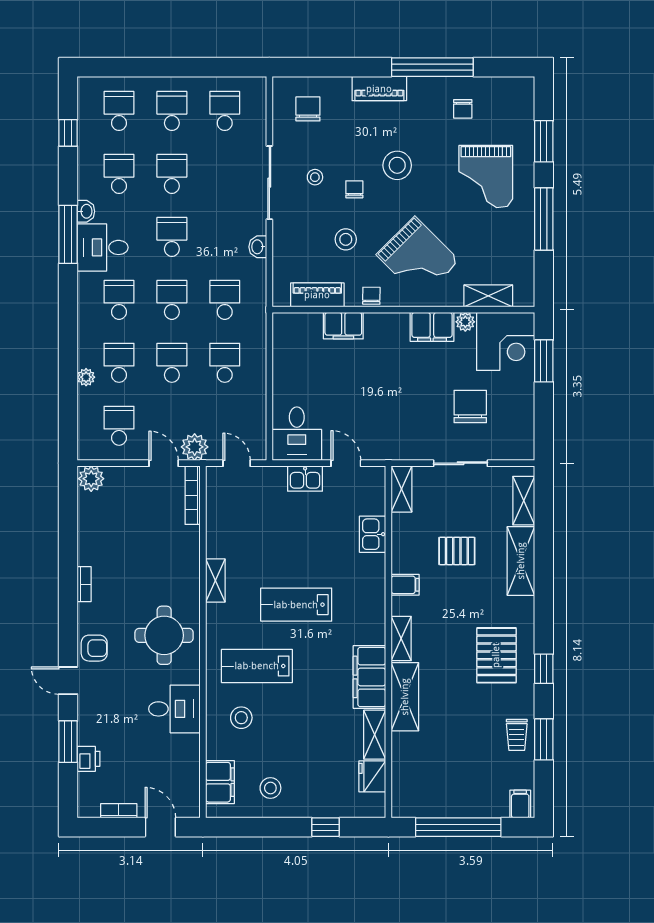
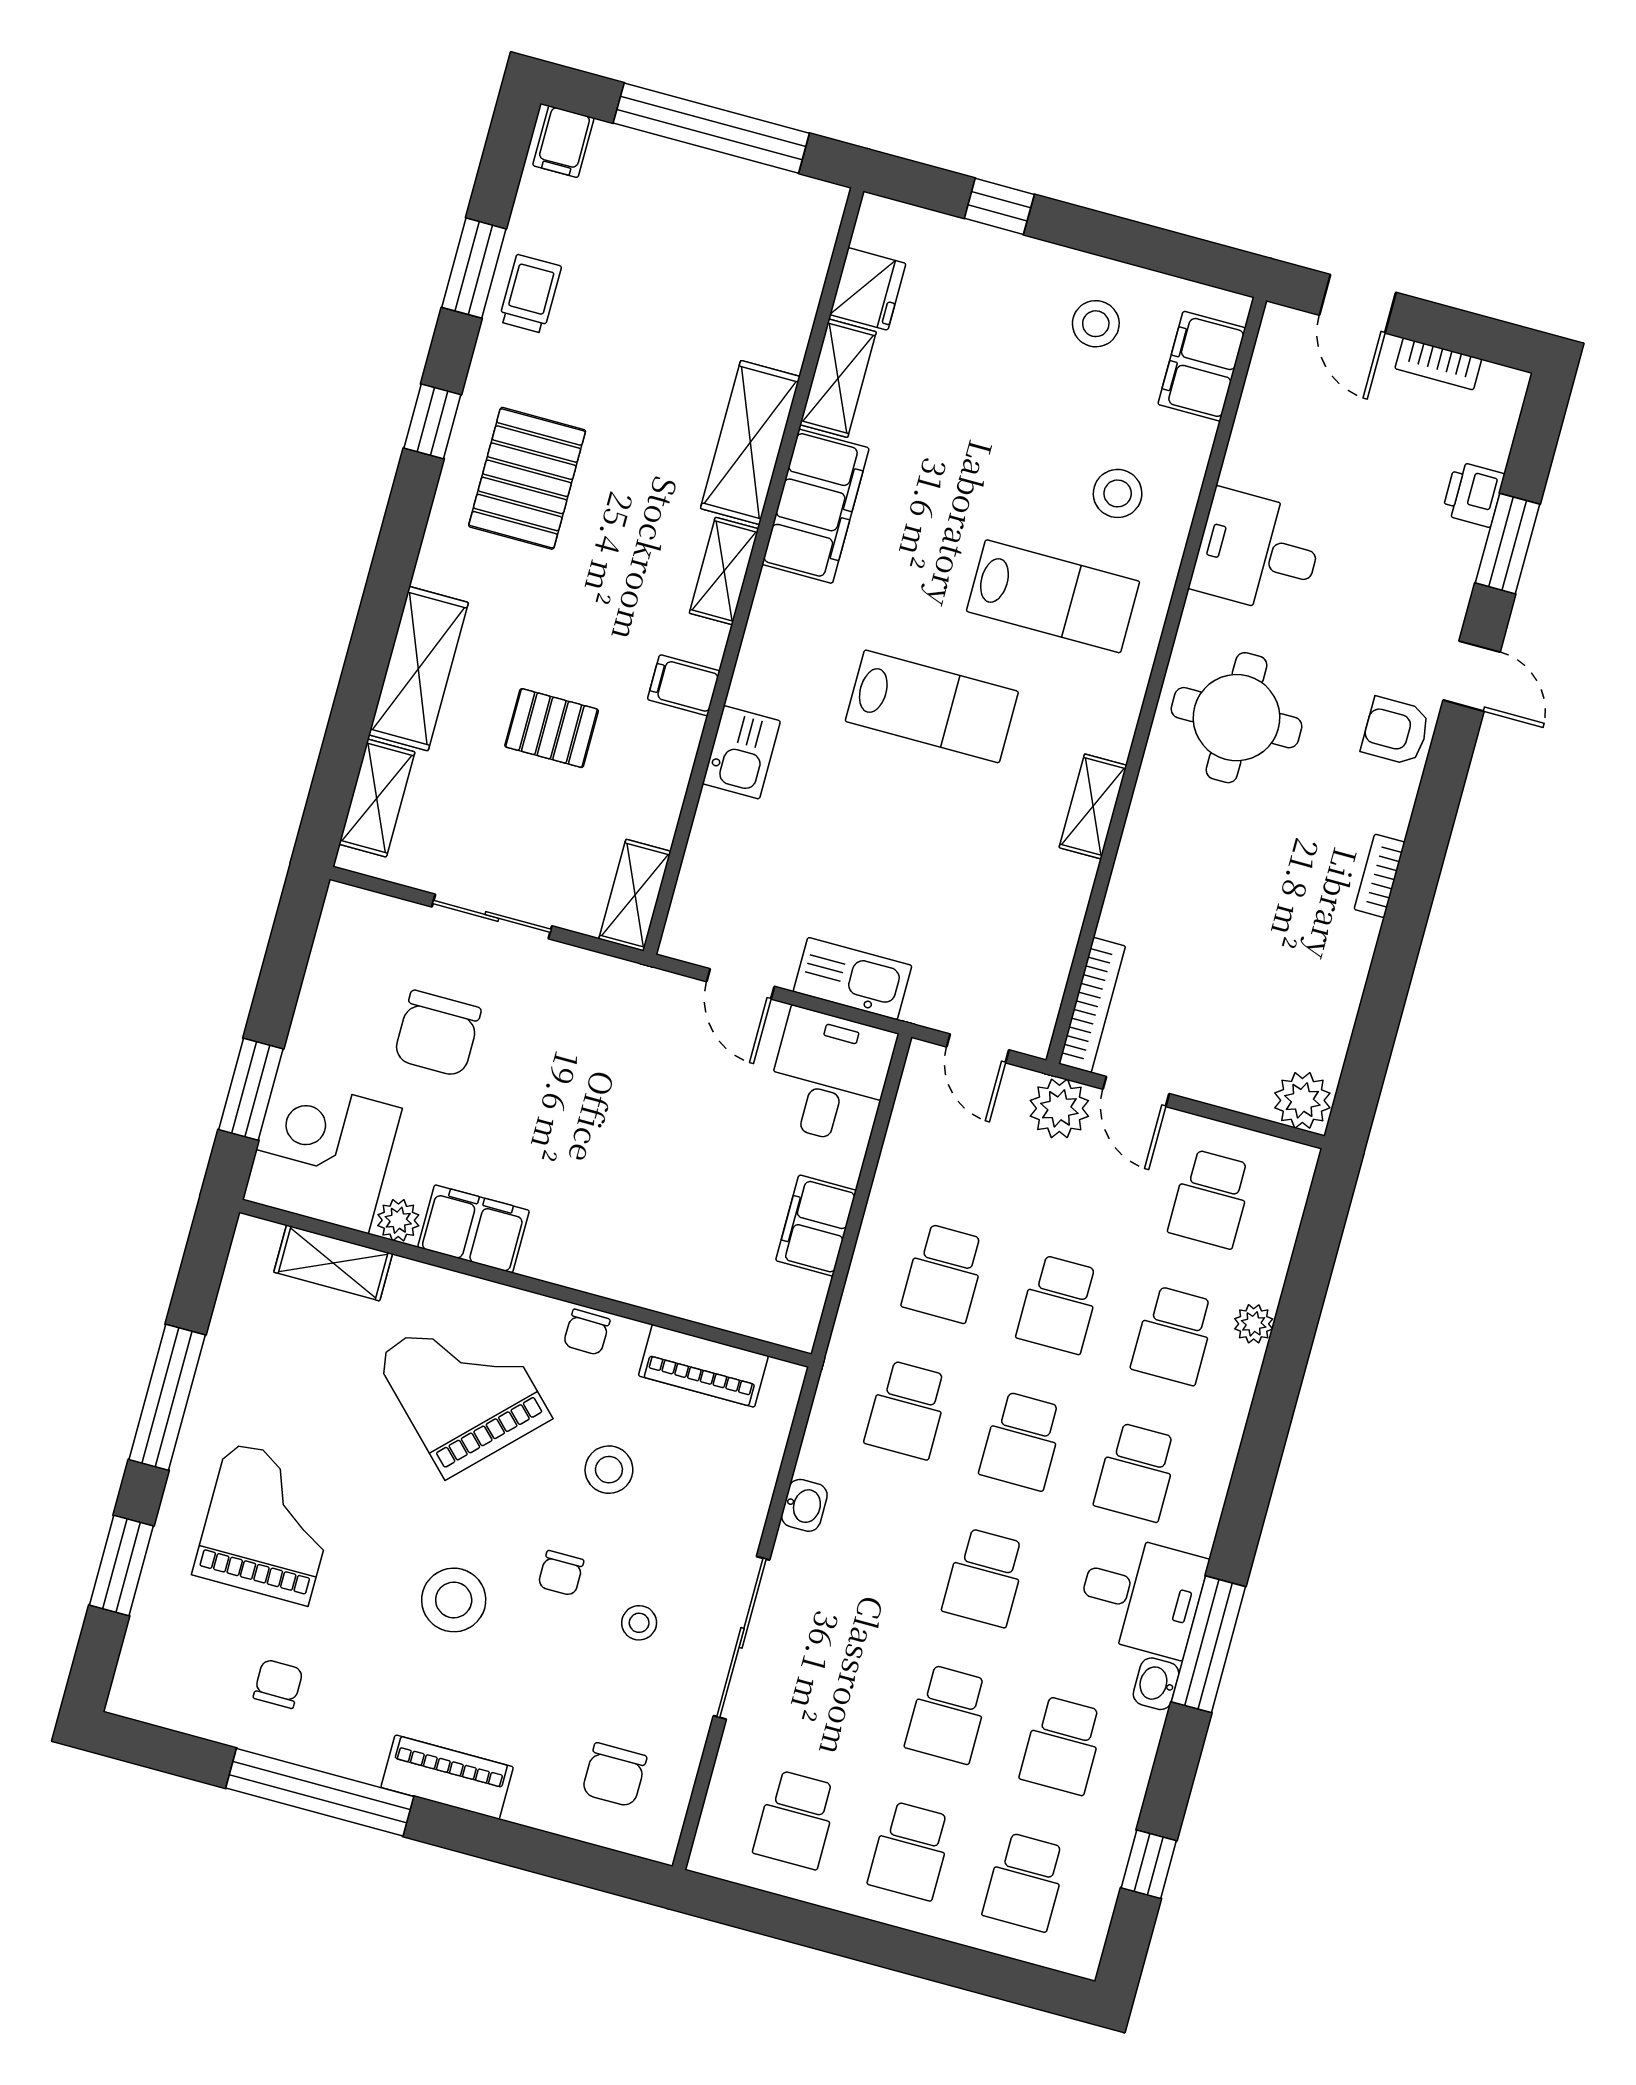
filing cabinet: (343, 326) -> (816, 1226), moved, turned -90
kitchen sink: (305, 479) -> (852, 979), width x1.38
kitchen sink: (373, 534) -> (741, 752), moved

